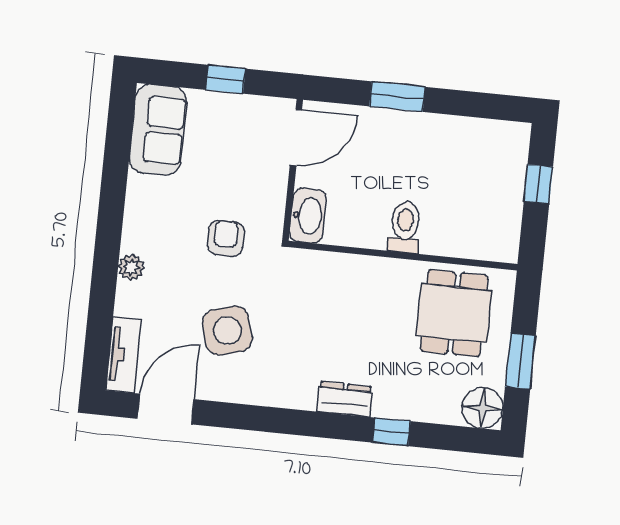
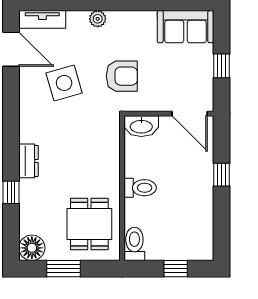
window: (397, 97) -> (222, 175), width x0.67
armchair: (226, 238) -> (122, 76), width x1.38, depth x1.38
toilet: (493, 245) -> (134, 244), added
dining table: (454, 313) -> (89, 224), turned 90

